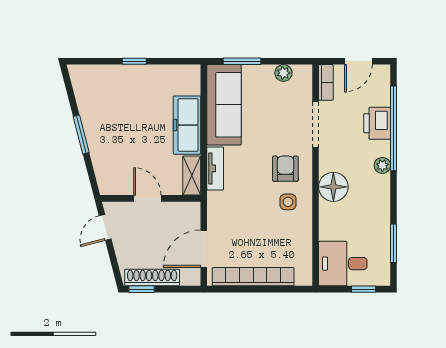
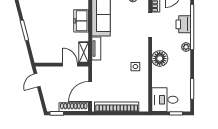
freezer: (187, 125) -> (81, 21), width x0.71
armchair: (285, 169) -> (134, 49), removed
door: (147, 198) -> (70, 65), moved
shoe rack: (152, 278) -> (74, 107), moved

